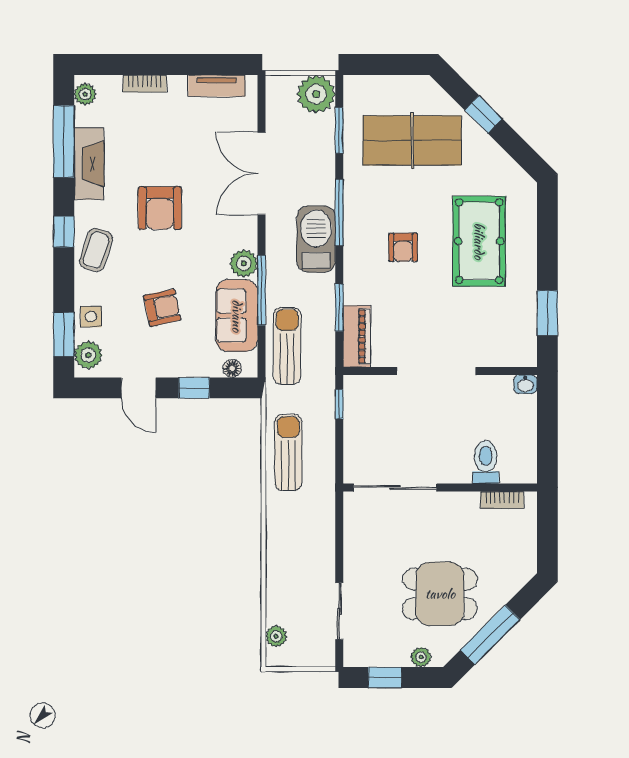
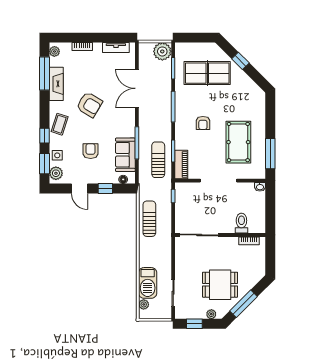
armchair: (160, 208) -> (89, 105), turned -59
window: (64, 232) -> (45, 136), moved
barbecue: (316, 239) -> (148, 283), moved, turned 180
pool table: (479, 241) -> (238, 142), moved
plant: (244, 263) -> (129, 130), removed
armchair: (162, 308) -> (91, 151), turned -78
window: (547, 313) -> (270, 154), width x1.44
sun lounger: (287, 346) -> (158, 160), moved

